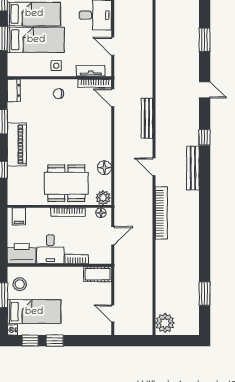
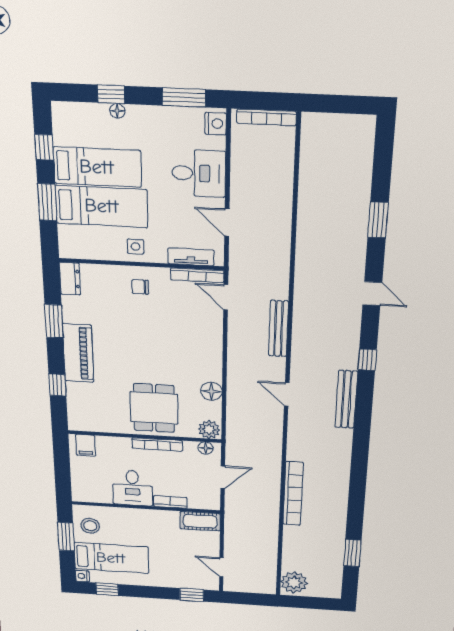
dining table: (66, 183) -> (154, 408), width x0.73
bookcase: (161, 213) -> (293, 494), moved
printer: (22, 254) -> (91, 491), removed
window: (55, 341) -> (192, 595), moved

